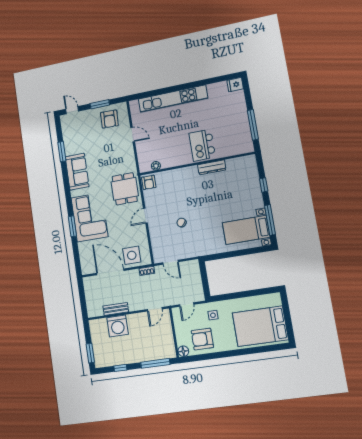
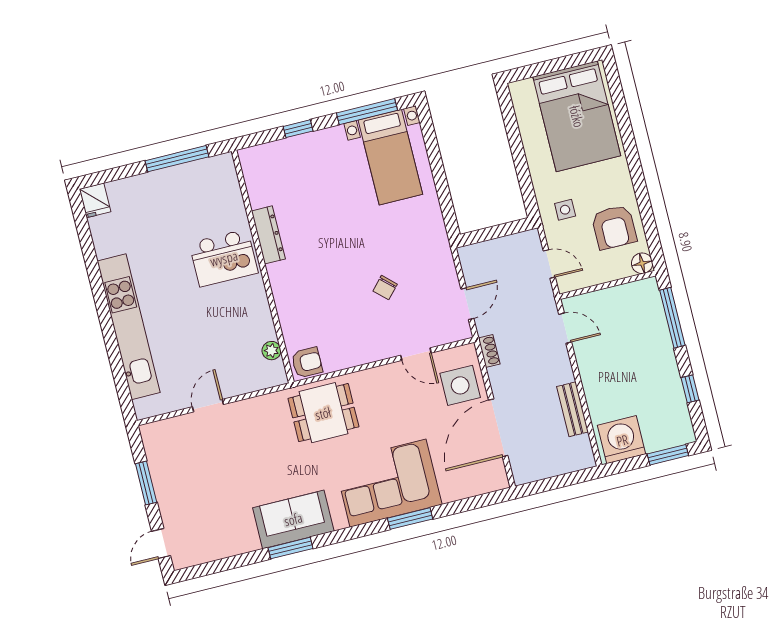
armchair: (109, 119) -> (177, 459), removed
window: (62, 151) -> (291, 548), moved
door: (145, 216) -> (416, 354), moved
washing machine: (118, 326) -> (622, 440), moved, turned -90

